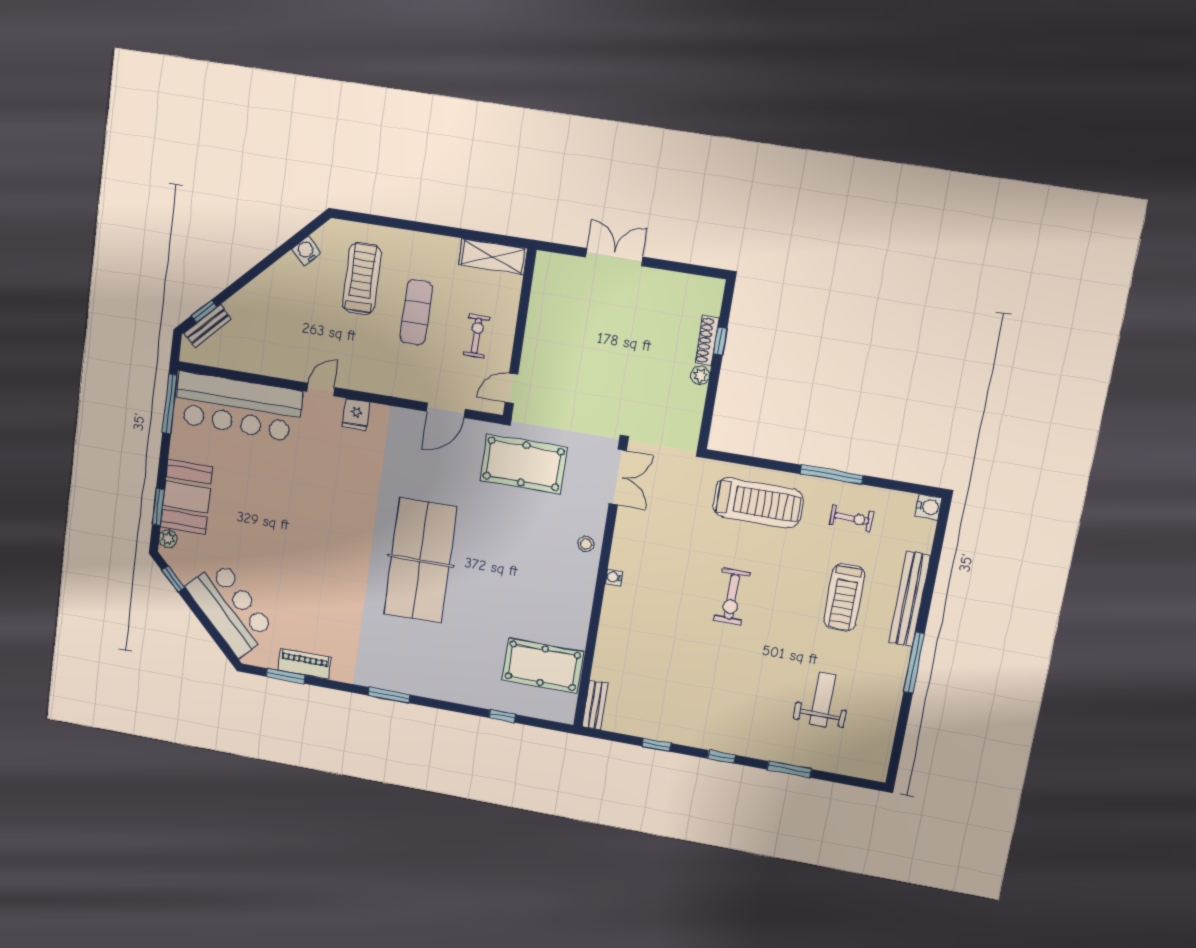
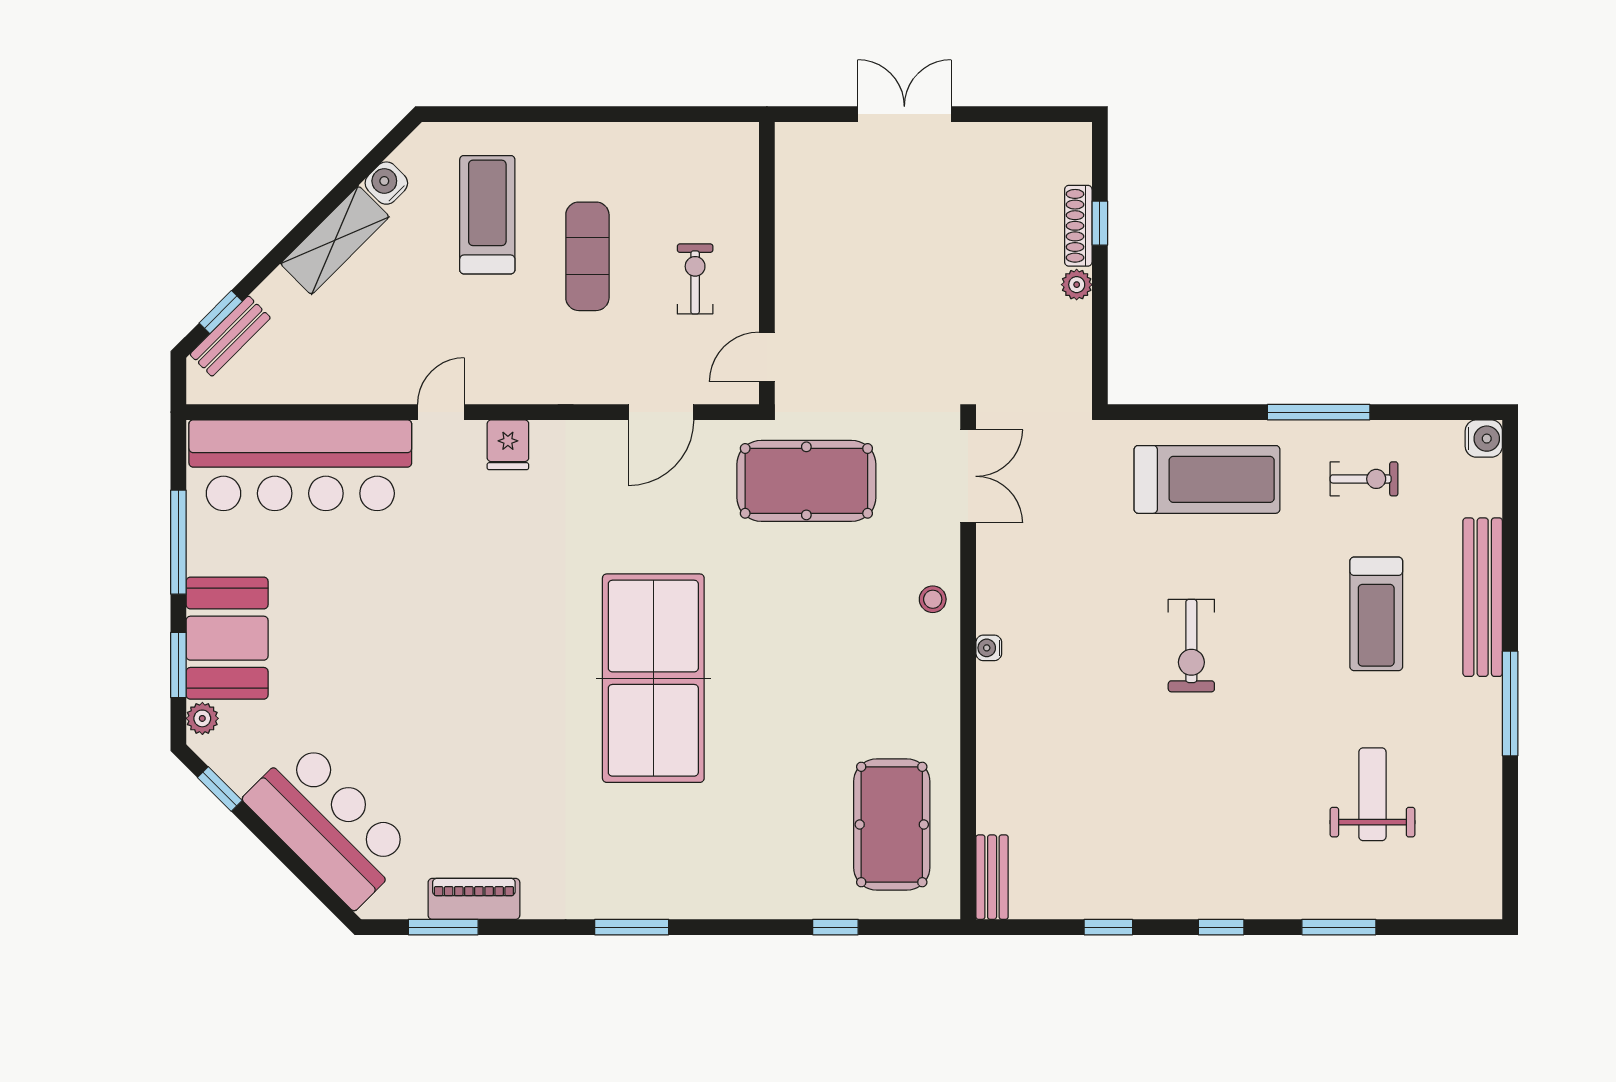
shelving: (493, 257) -> (335, 240), moved, turned -45
window: (170, 404) -> (178, 542), moved
pool table: (543, 666) -> (892, 824), turned 90

